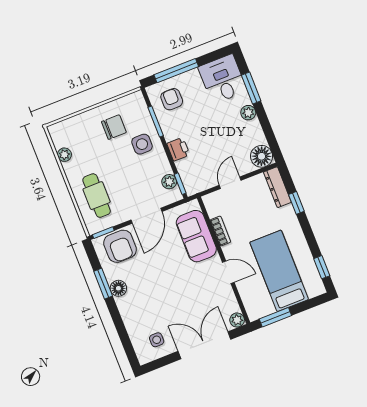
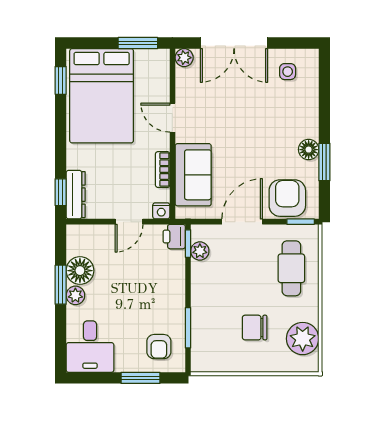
window: (176, 71) -> (140, 378), width x0.69
window: (251, 88) -> (61, 285), moved
chair: (114, 127) -> (255, 328), moved
side table: (142, 144) -> (214, 308), removed
printer: (178, 149) -> (174, 237), moved
plant: (64, 155) -> (303, 339), width x1.88, depth x1.88
floor lamp: (262, 156) -> (80, 271), moved
nightstand: (209, 200) -> (161, 211), added
window: (296, 203) -> (61, 192), moved
bed: (279, 271) -> (102, 96), width x1.50

